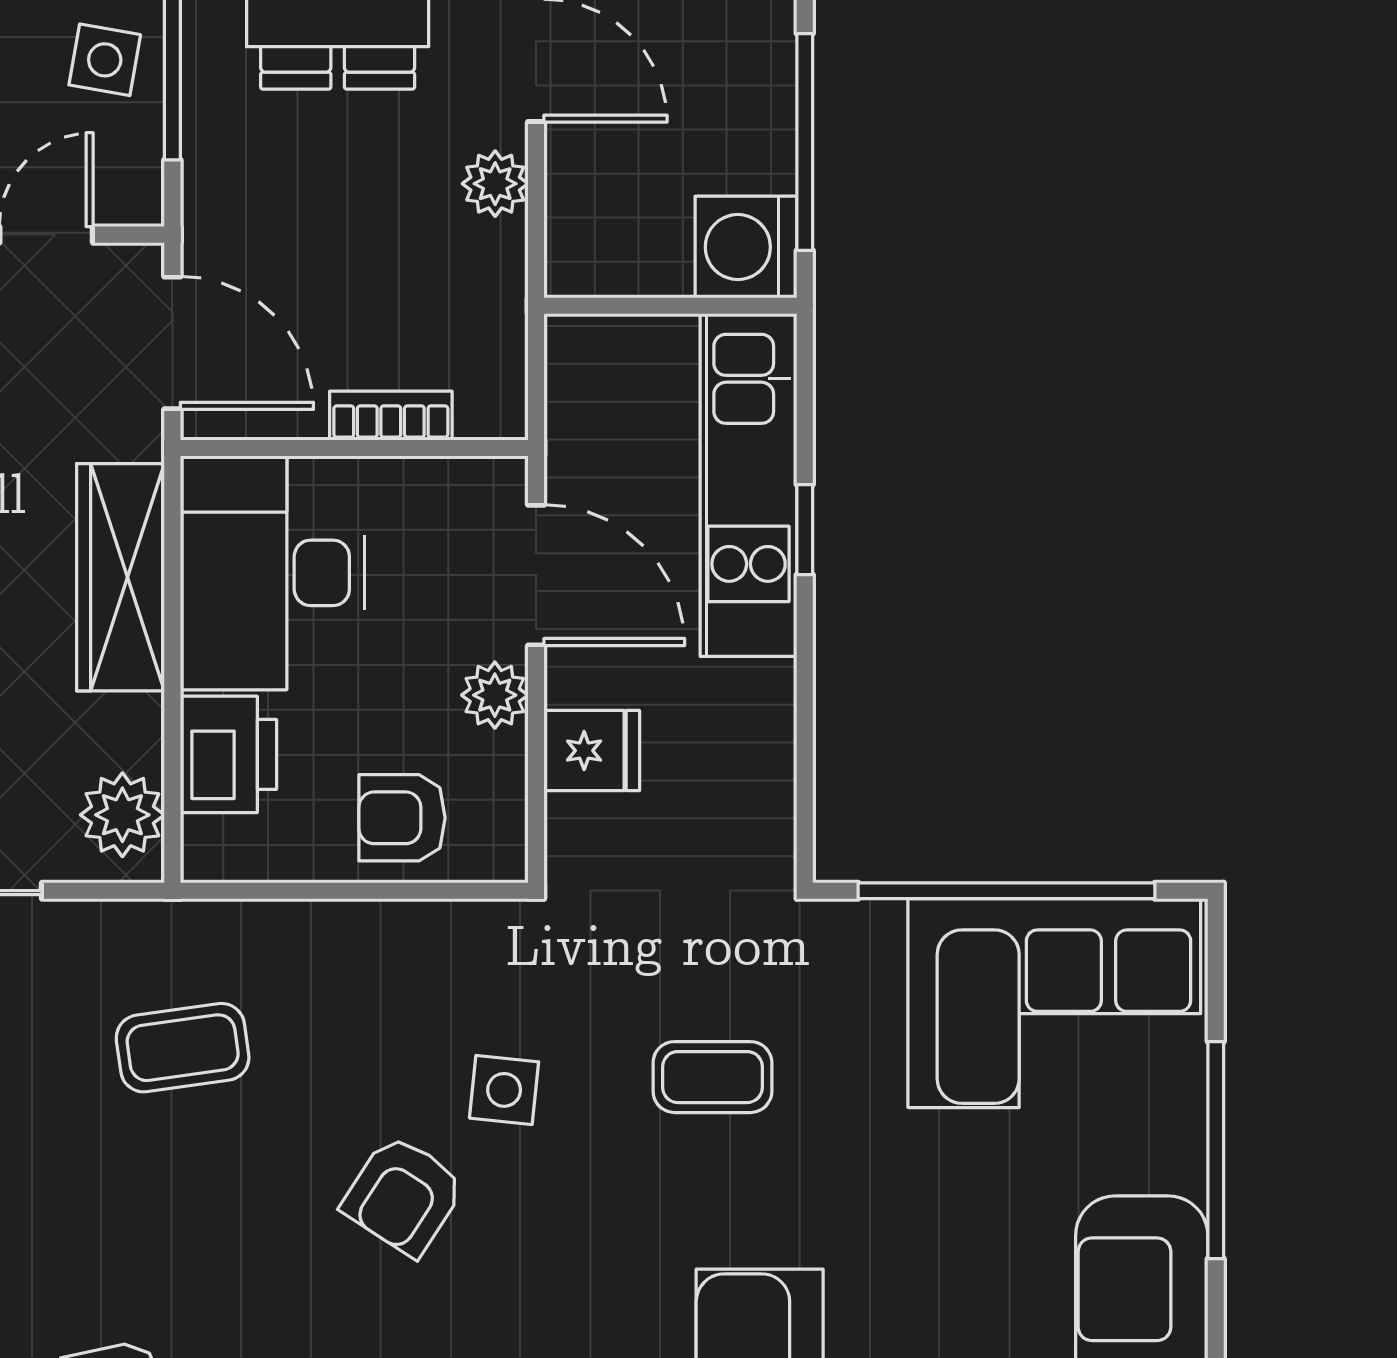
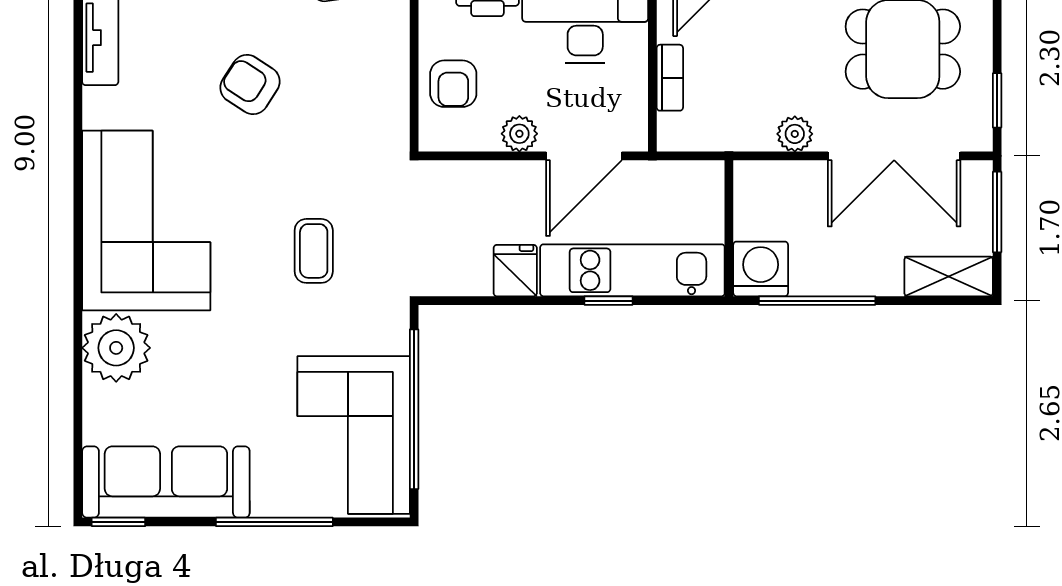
fridge: (592, 751) -> (515, 271), moved, turned 180
armchair: (402, 818) -> (453, 84), turned 180
side table: (504, 1090) -> (307, 139), removed

